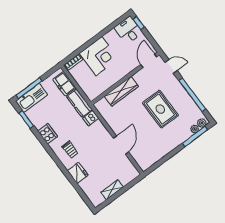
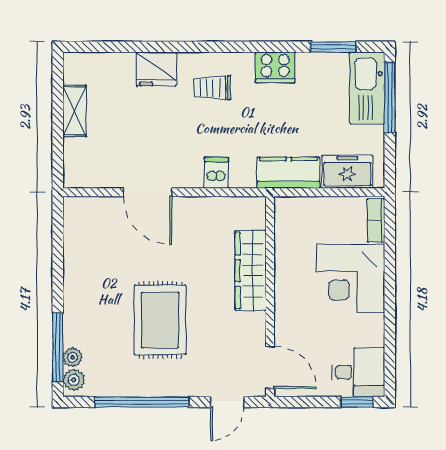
rug: (160, 109) -> (160, 320), turned 90
dishwasher: (91, 118) -> (216, 173), moved

